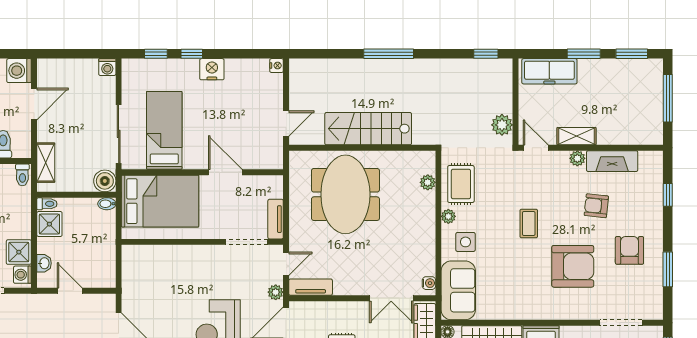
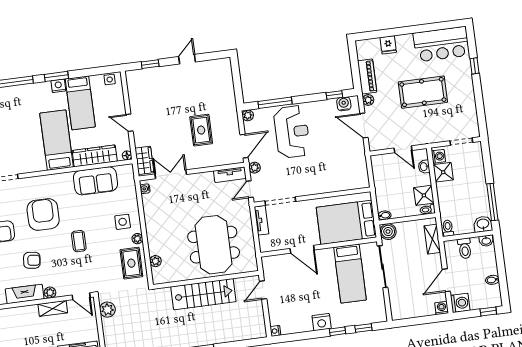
washing machine: (107, 67) -> (442, 308), moved
armchair: (573, 266) -> (43, 214), turned 90
sofa: (458, 290) -> (95, 181), moved, turned -90

